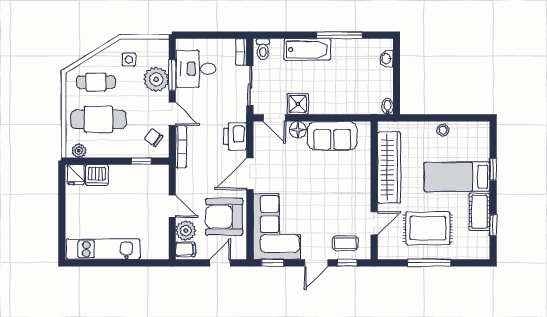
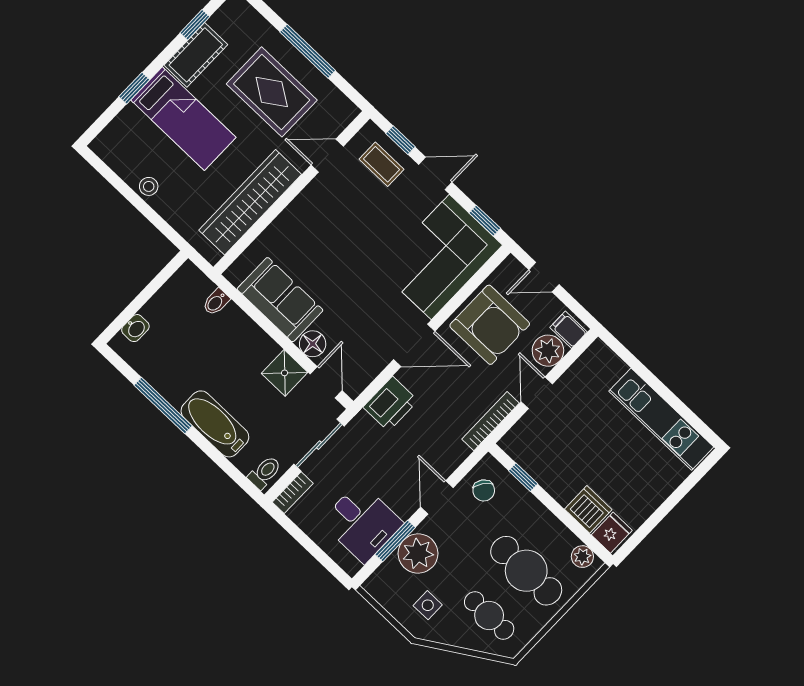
bidet: (388, 106) -> (216, 302), moved
bookcase: (181, 147) -> (491, 421), moved

